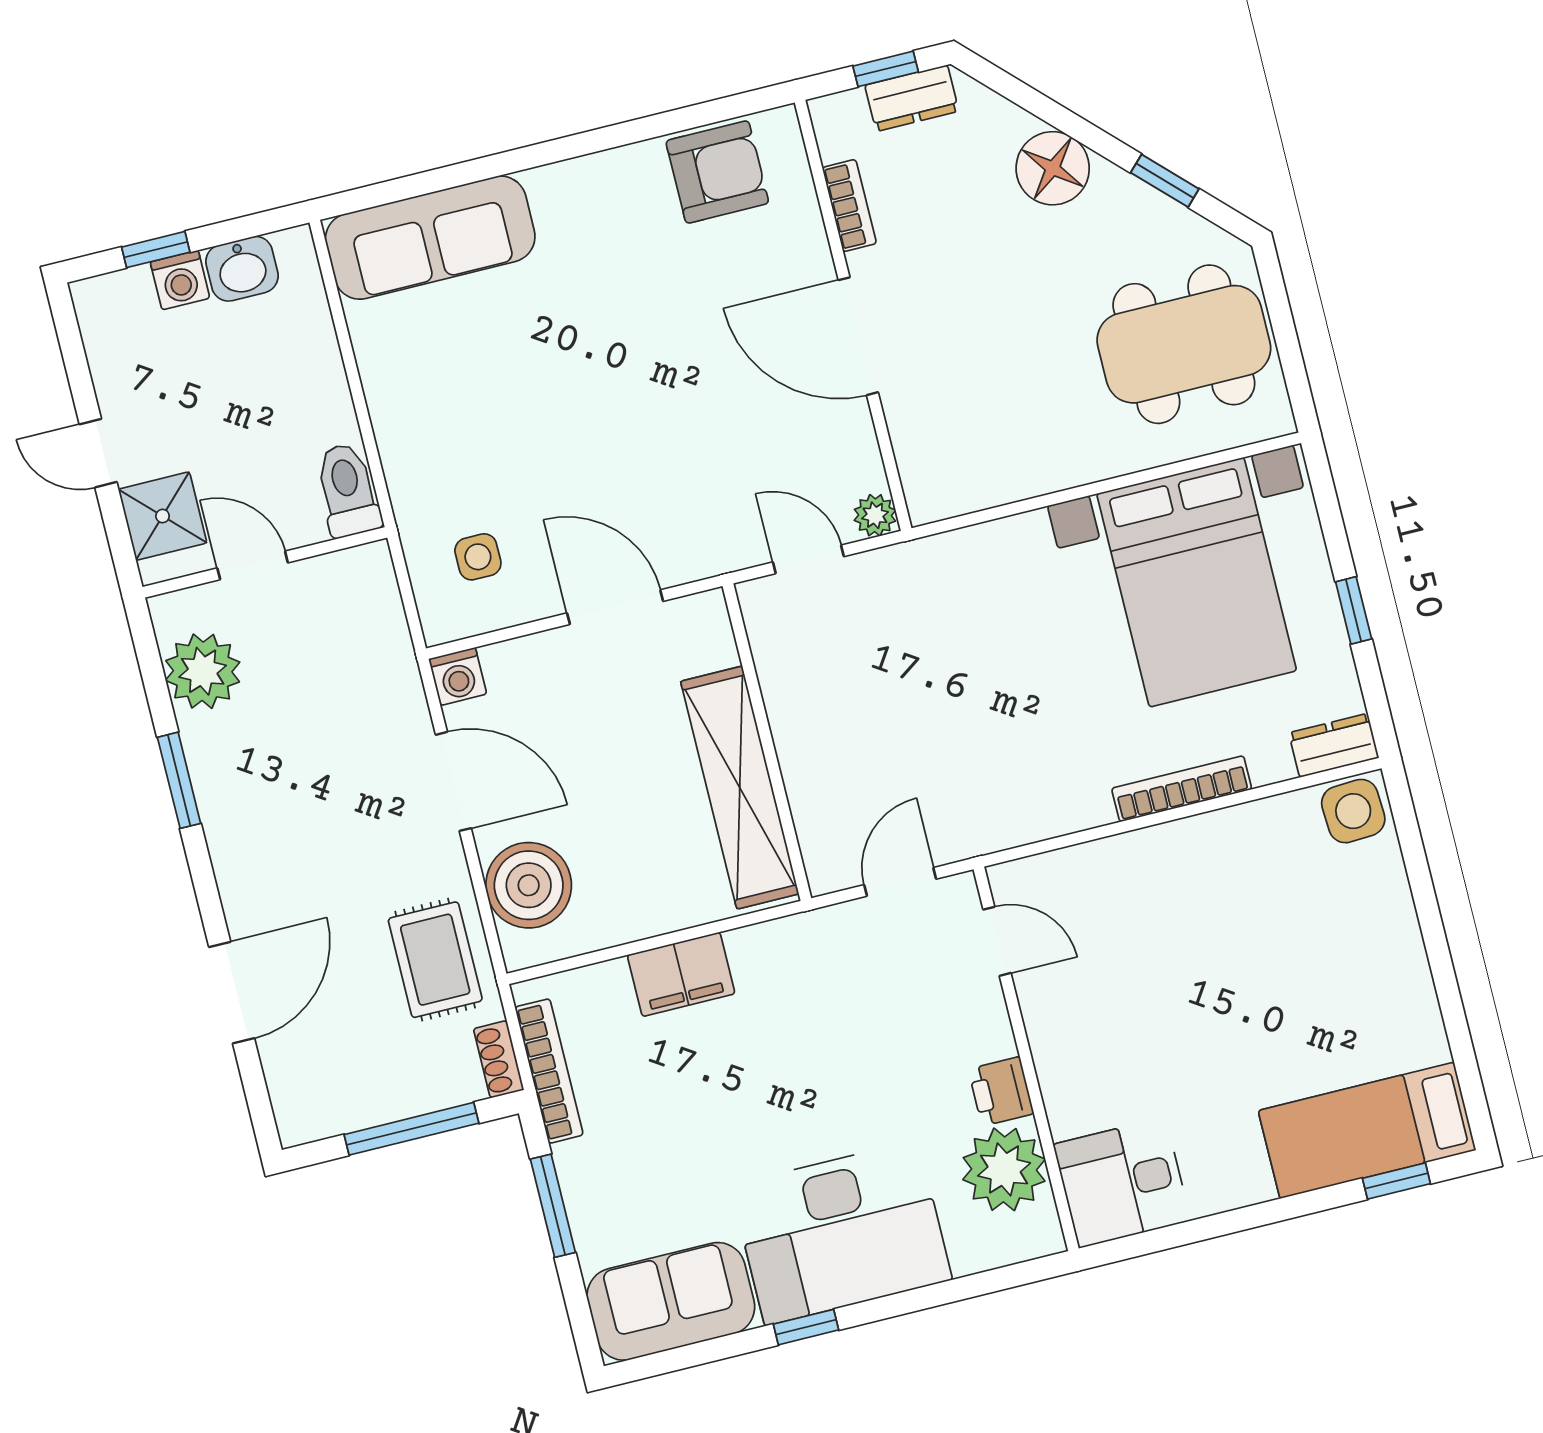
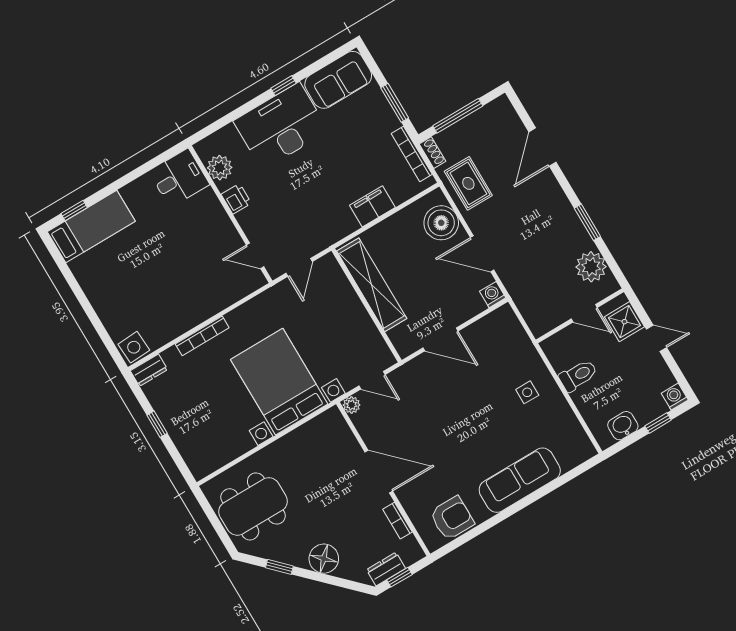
armchair: (717, 172) -> (452, 518), turned 180
sofa: (430, 238) -> (520, 480), moved
washing machine: (180, 280) -> (675, 397), moved
toilet: (348, 490) -> (578, 375), moved, turned -90
side table: (478, 557) -> (527, 392), moved
bed with nightstands: (1197, 582) -> (279, 382), moved
plant: (1004, 1169) -> (220, 168), width x0.73, depth x0.73

